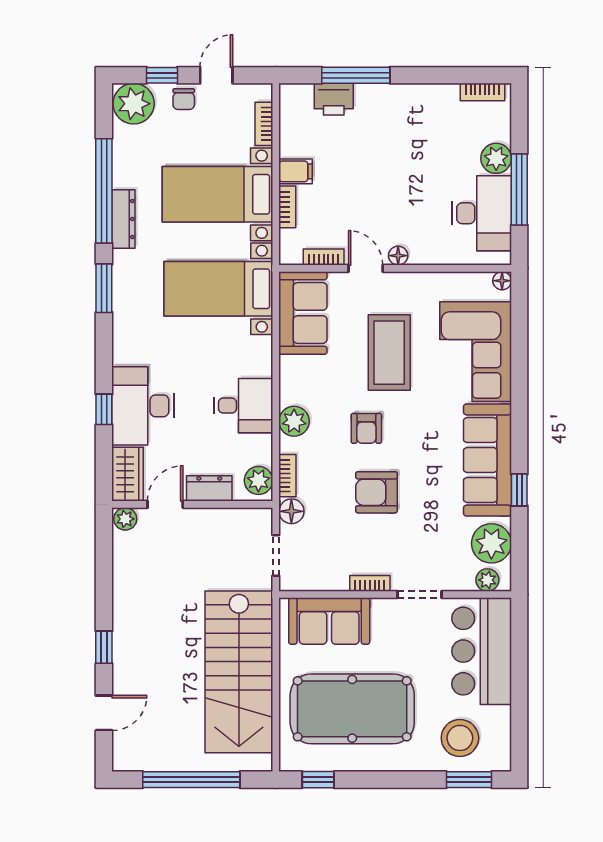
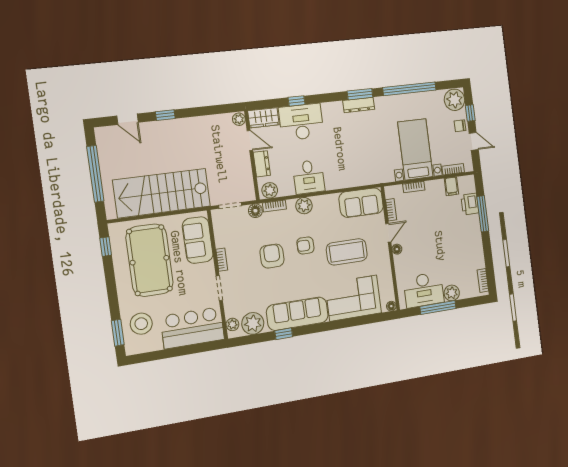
filing cabinet: (296, 171) -> (451, 186), moved
dresser: (123, 219) -> (359, 105), moved
bed with nightstands: (218, 289) -> (368, 156), removed

